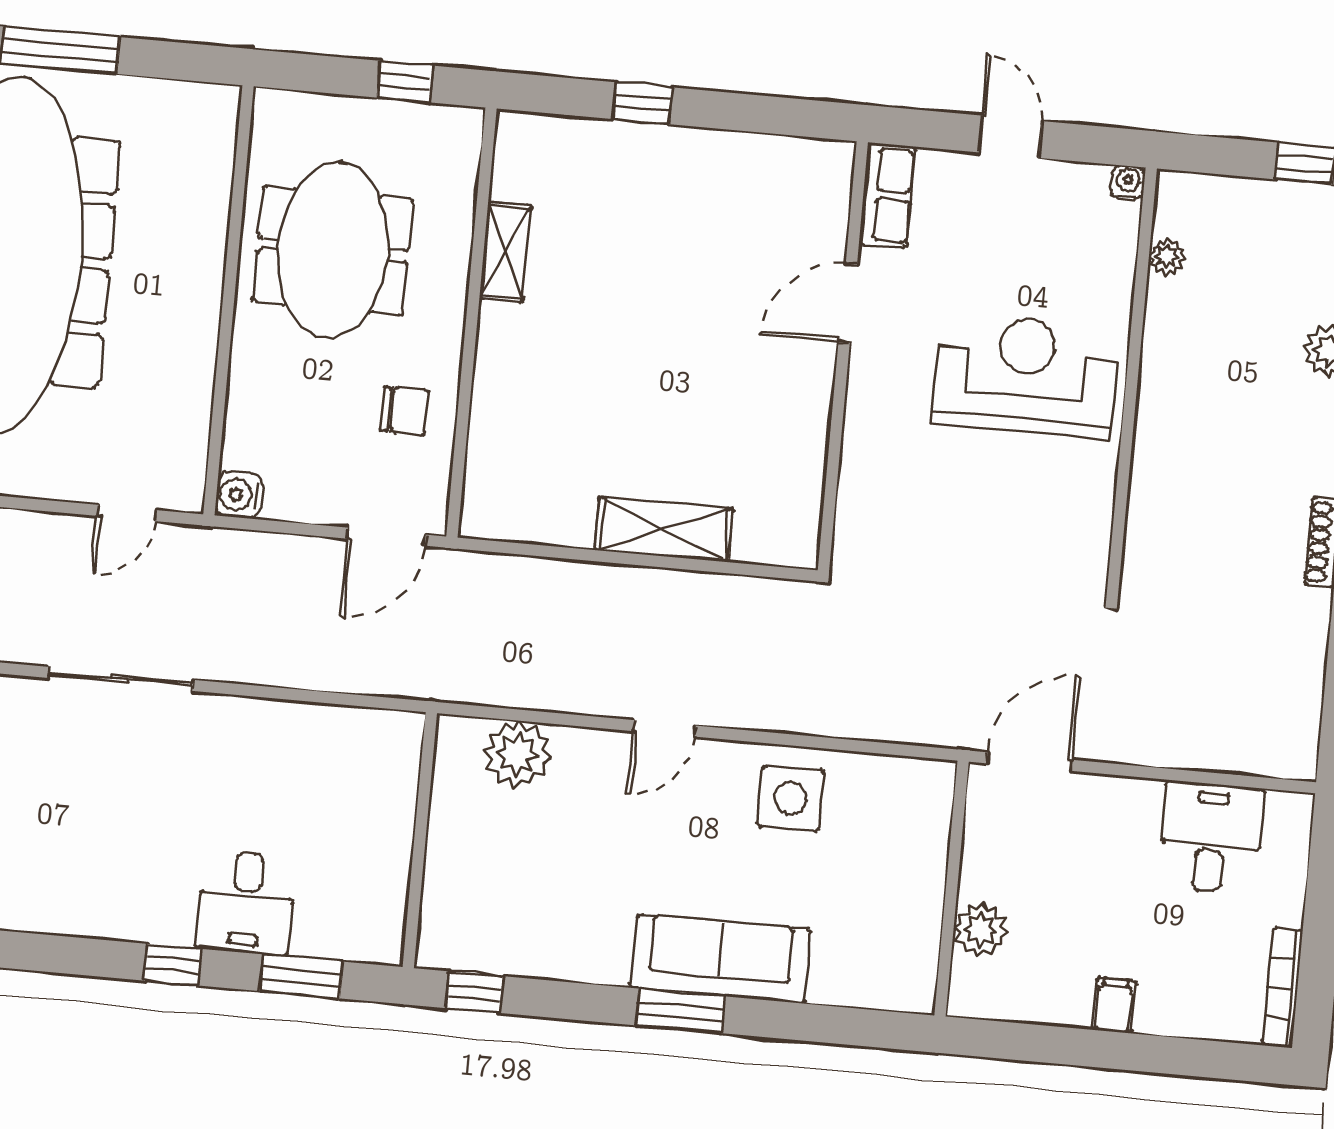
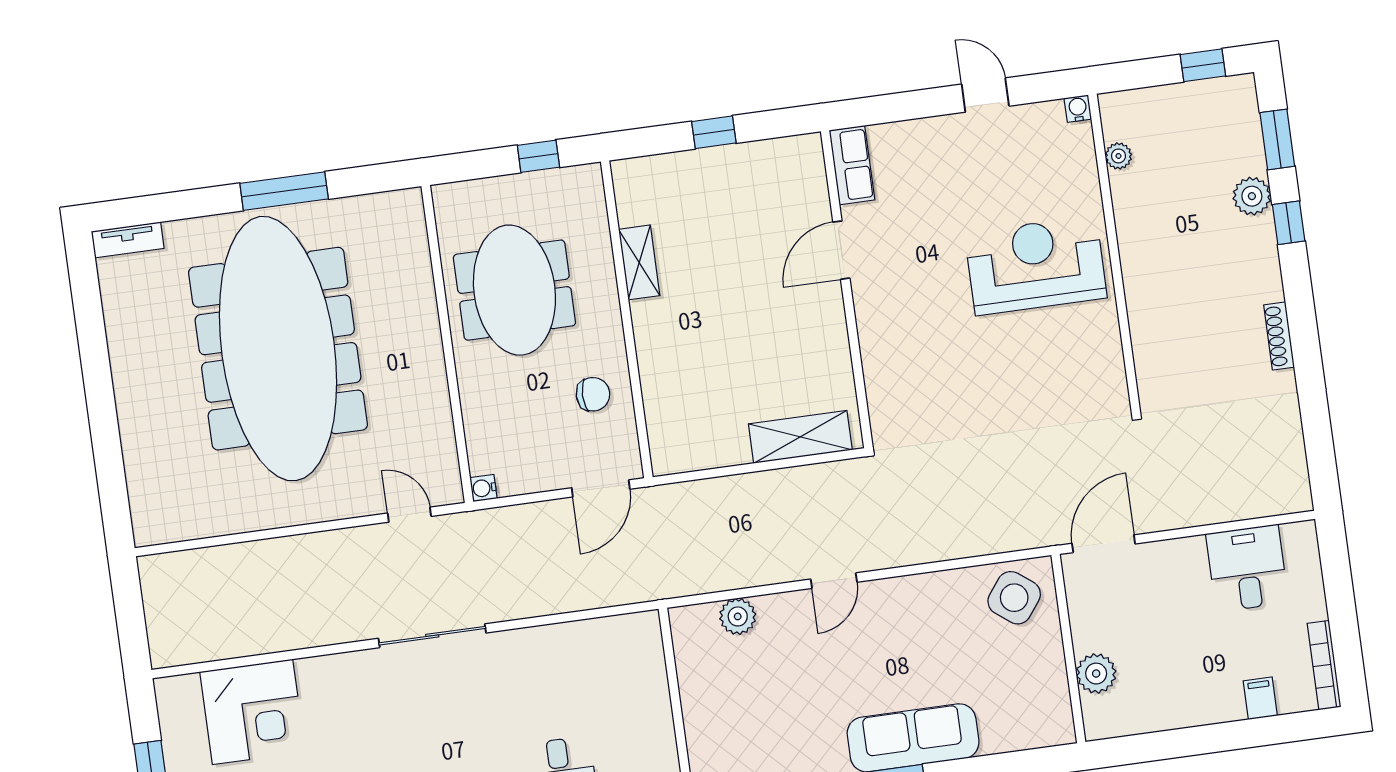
row of seats: (887, 195) -> (852, 165), moved
door: (848, 303) -> (841, 250), moved
wall: (843, 356) -> (847, 289), moved
water cooler: (239, 495) -> (483, 488), width x0.72, depth x0.72
door: (127, 513) -> (409, 515), swing flipped
plant: (517, 754) -> (738, 616), width x0.73, depth x0.73
side table: (791, 798) -> (1014, 598), moved, turned 37
filing cabinet: (1114, 1005) -> (1260, 698), moved

